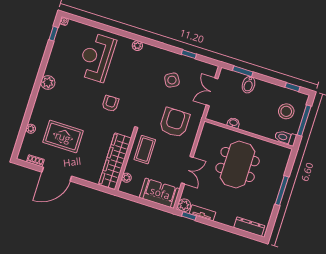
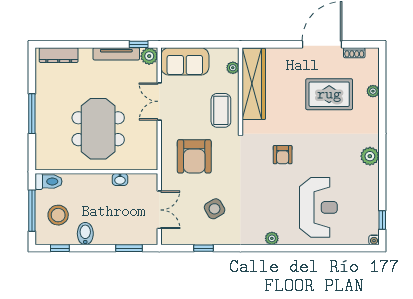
bidet: (249, 85) -> (85, 234), moved
tv unit: (202, 213) -> (116, 54), width x1.41

